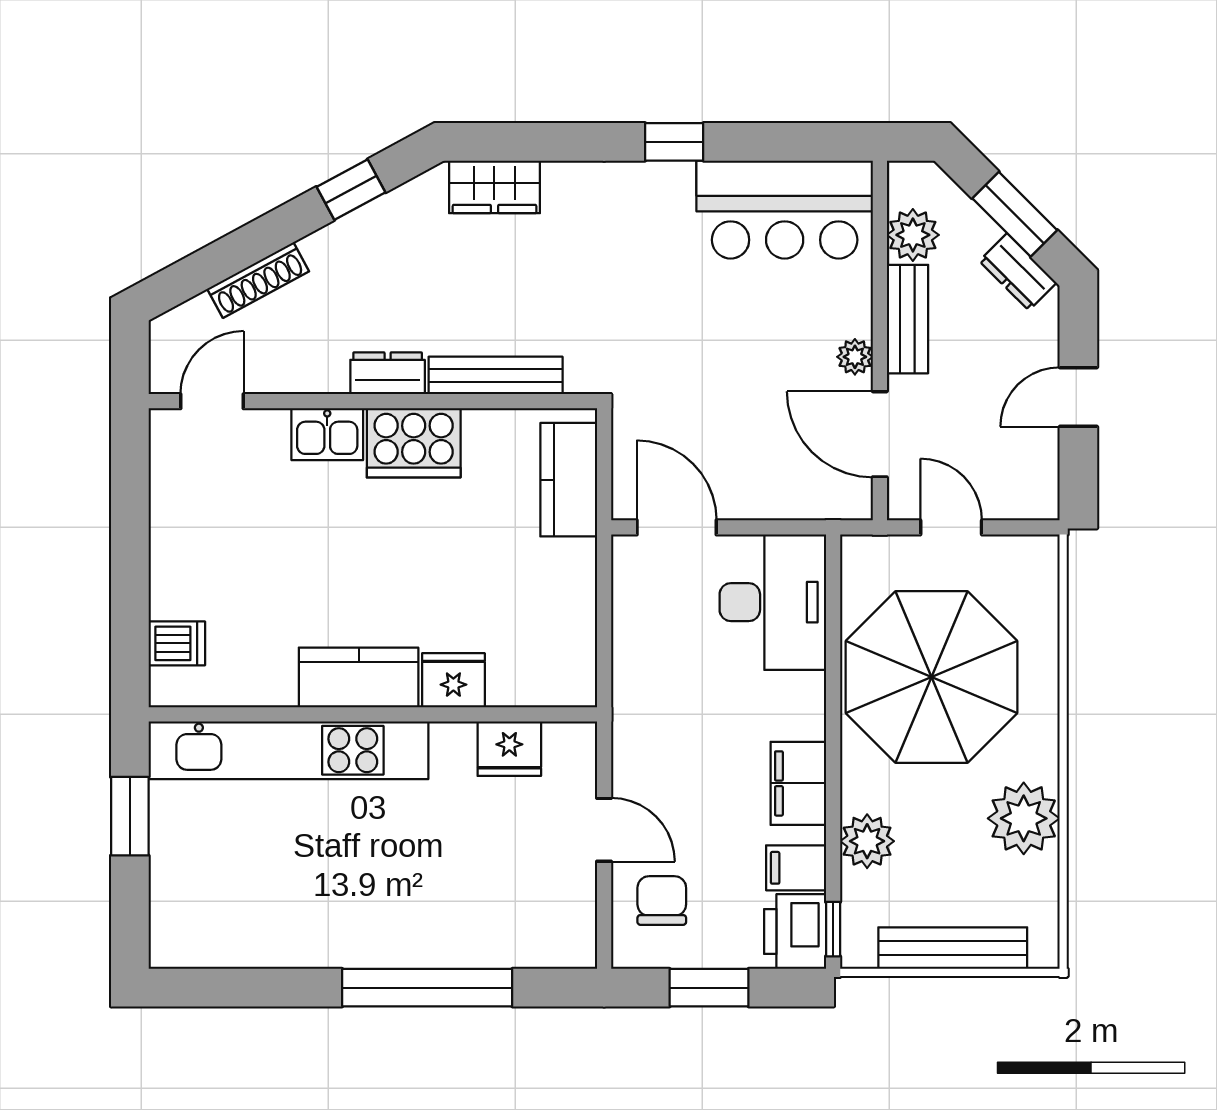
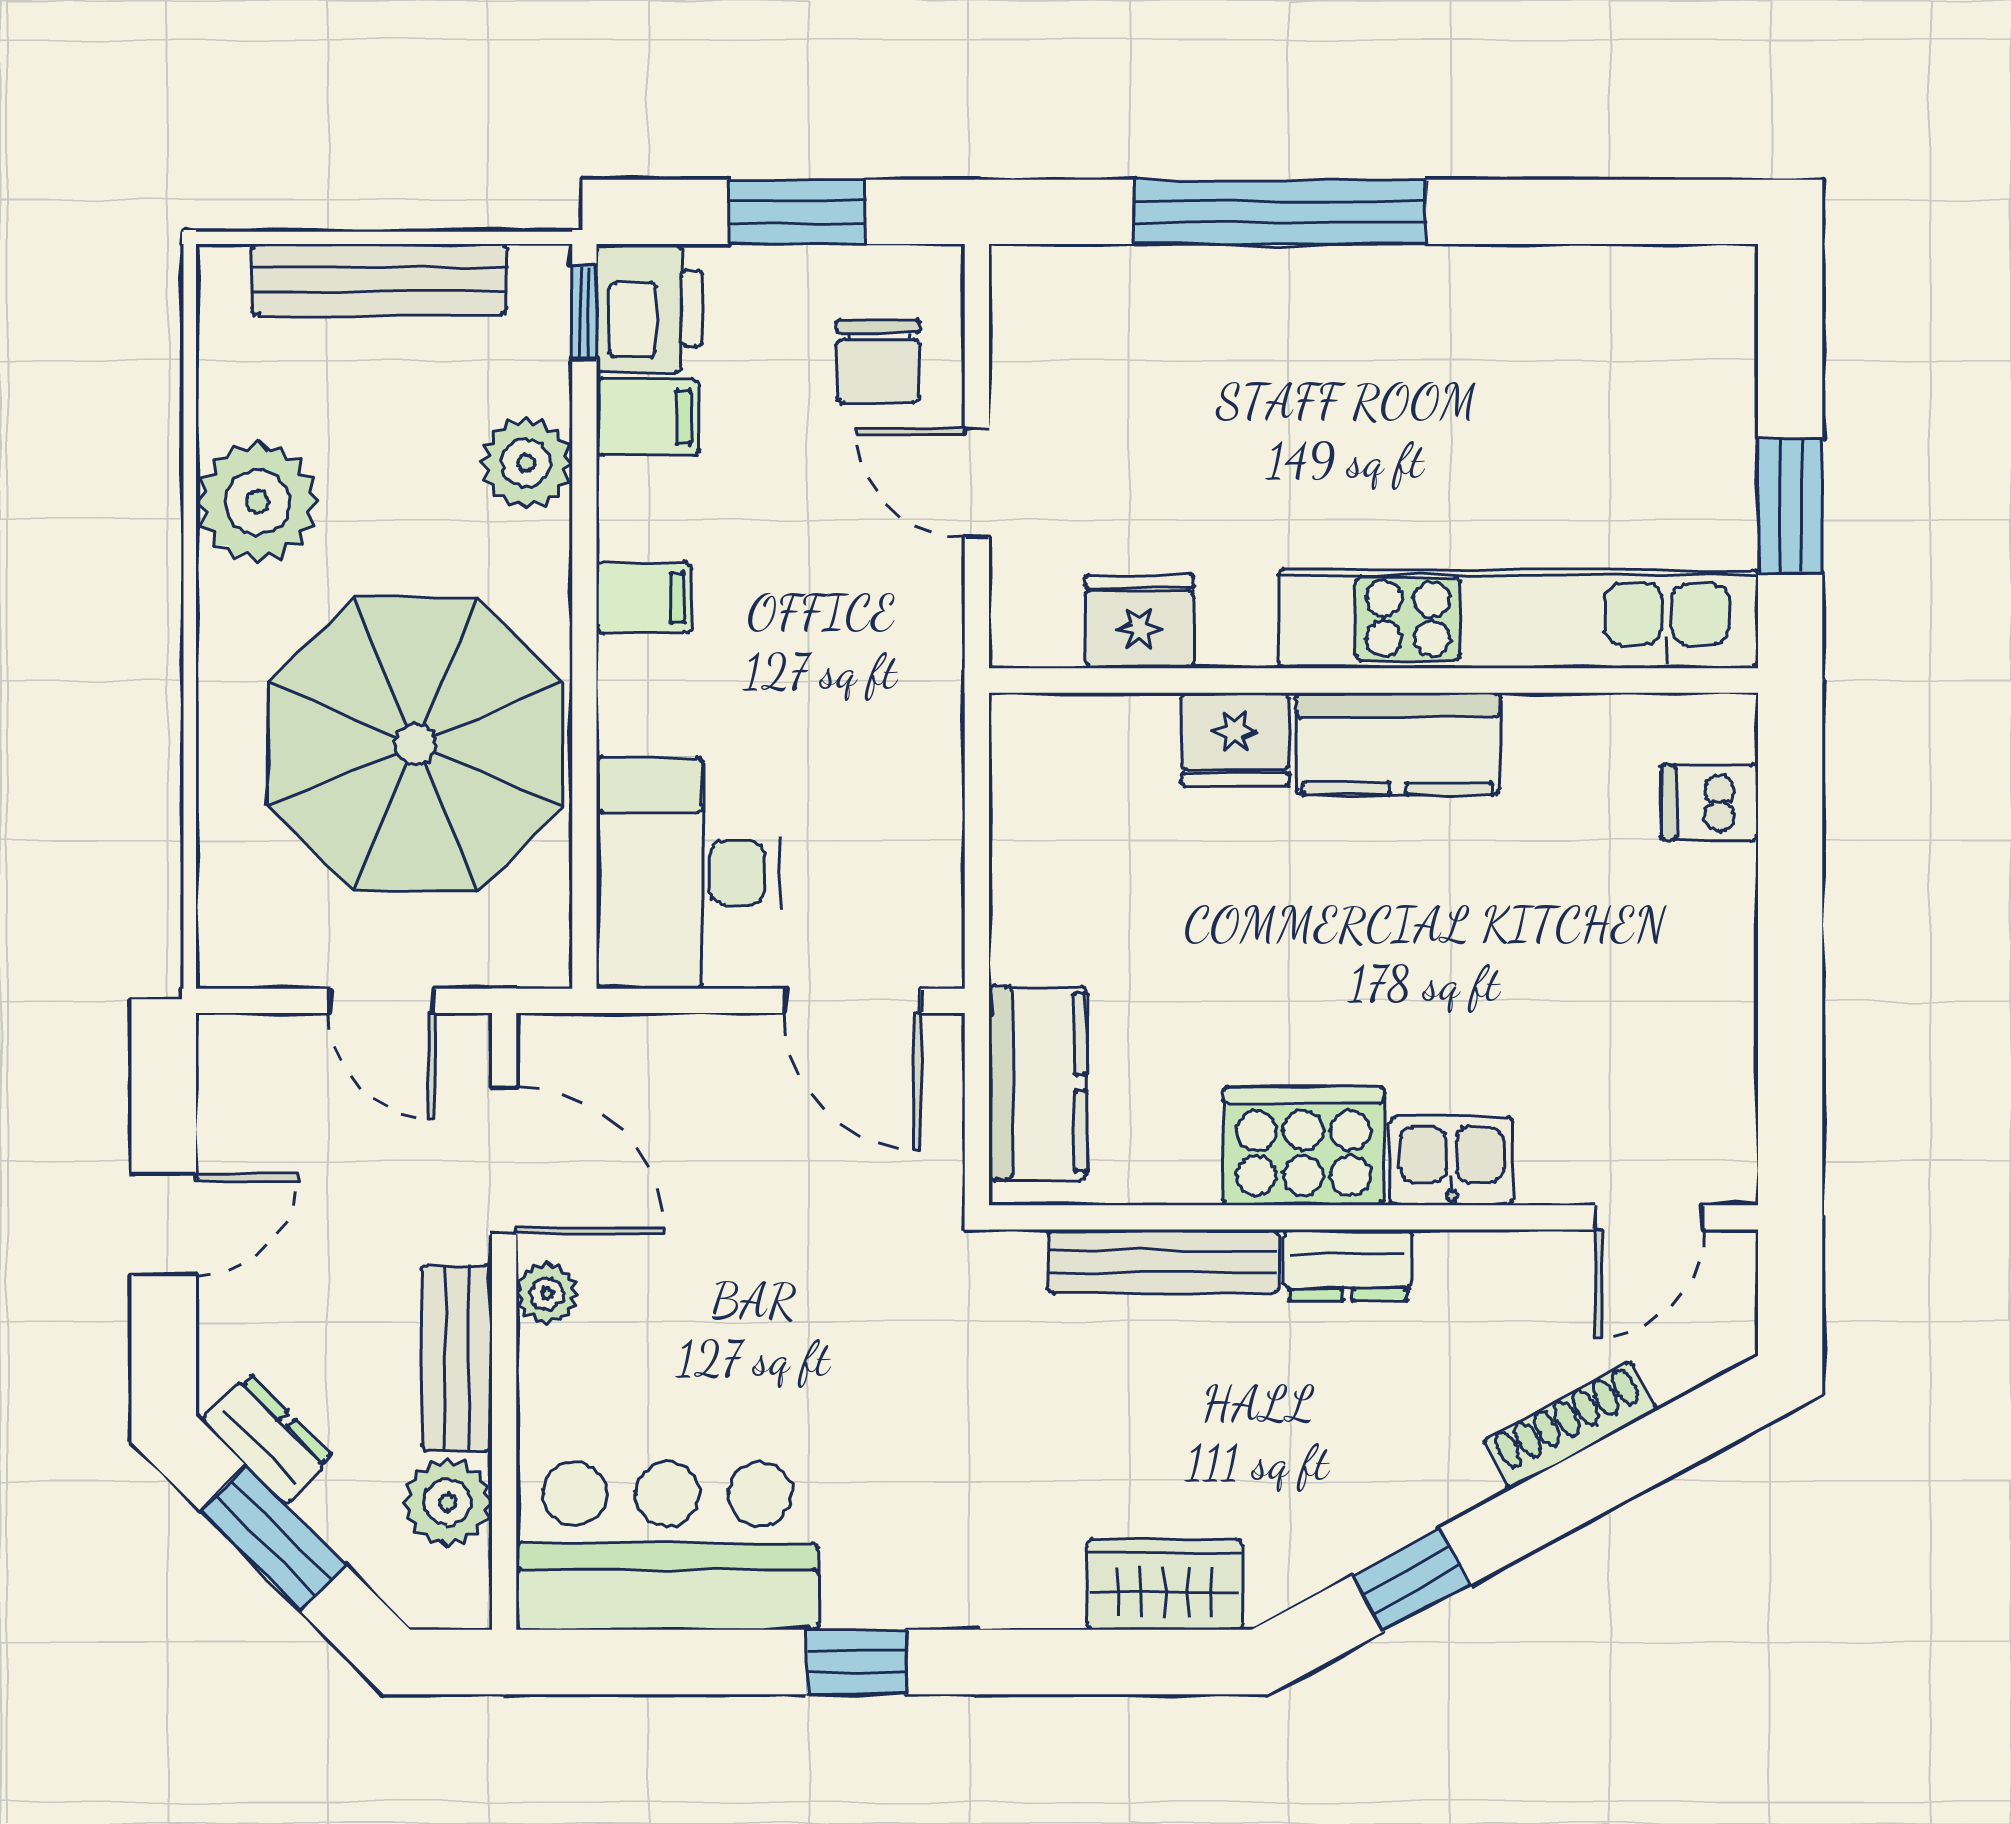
filing cabinet: (798, 783) -> (644, 598), width x0.50

